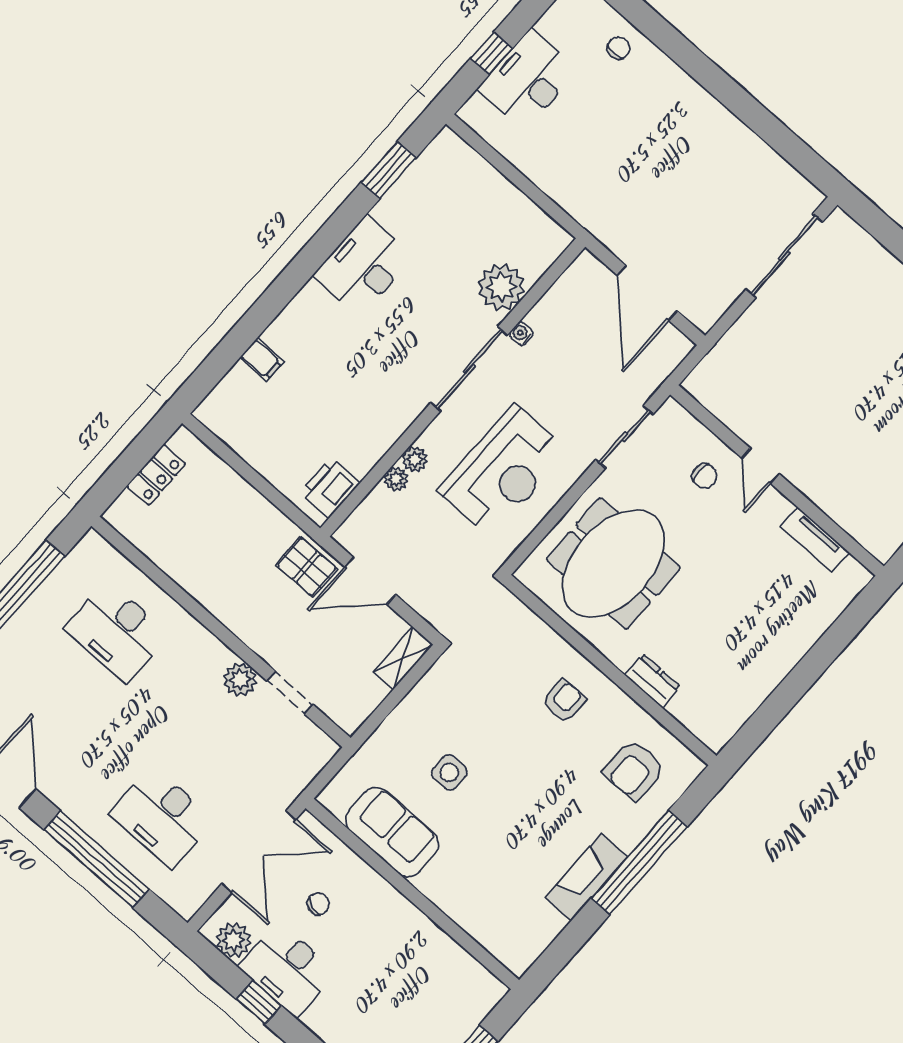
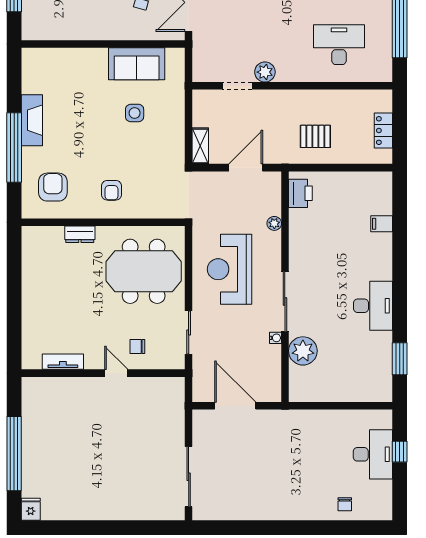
plant: (415, 459) -> (274, 240), removed
meeting table: (613, 563) -> (144, 271), turned 90
pallet: (307, 567) -> (315, 136), moved

